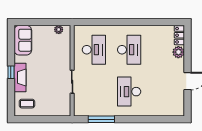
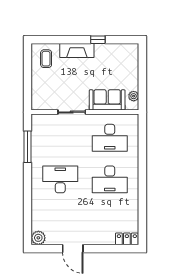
sofa: (23, 40) -> (107, 100), moved, turned 180
plant: (178, 52) -> (38, 238), moved
window: (11, 72) -> (98, 40), moved

